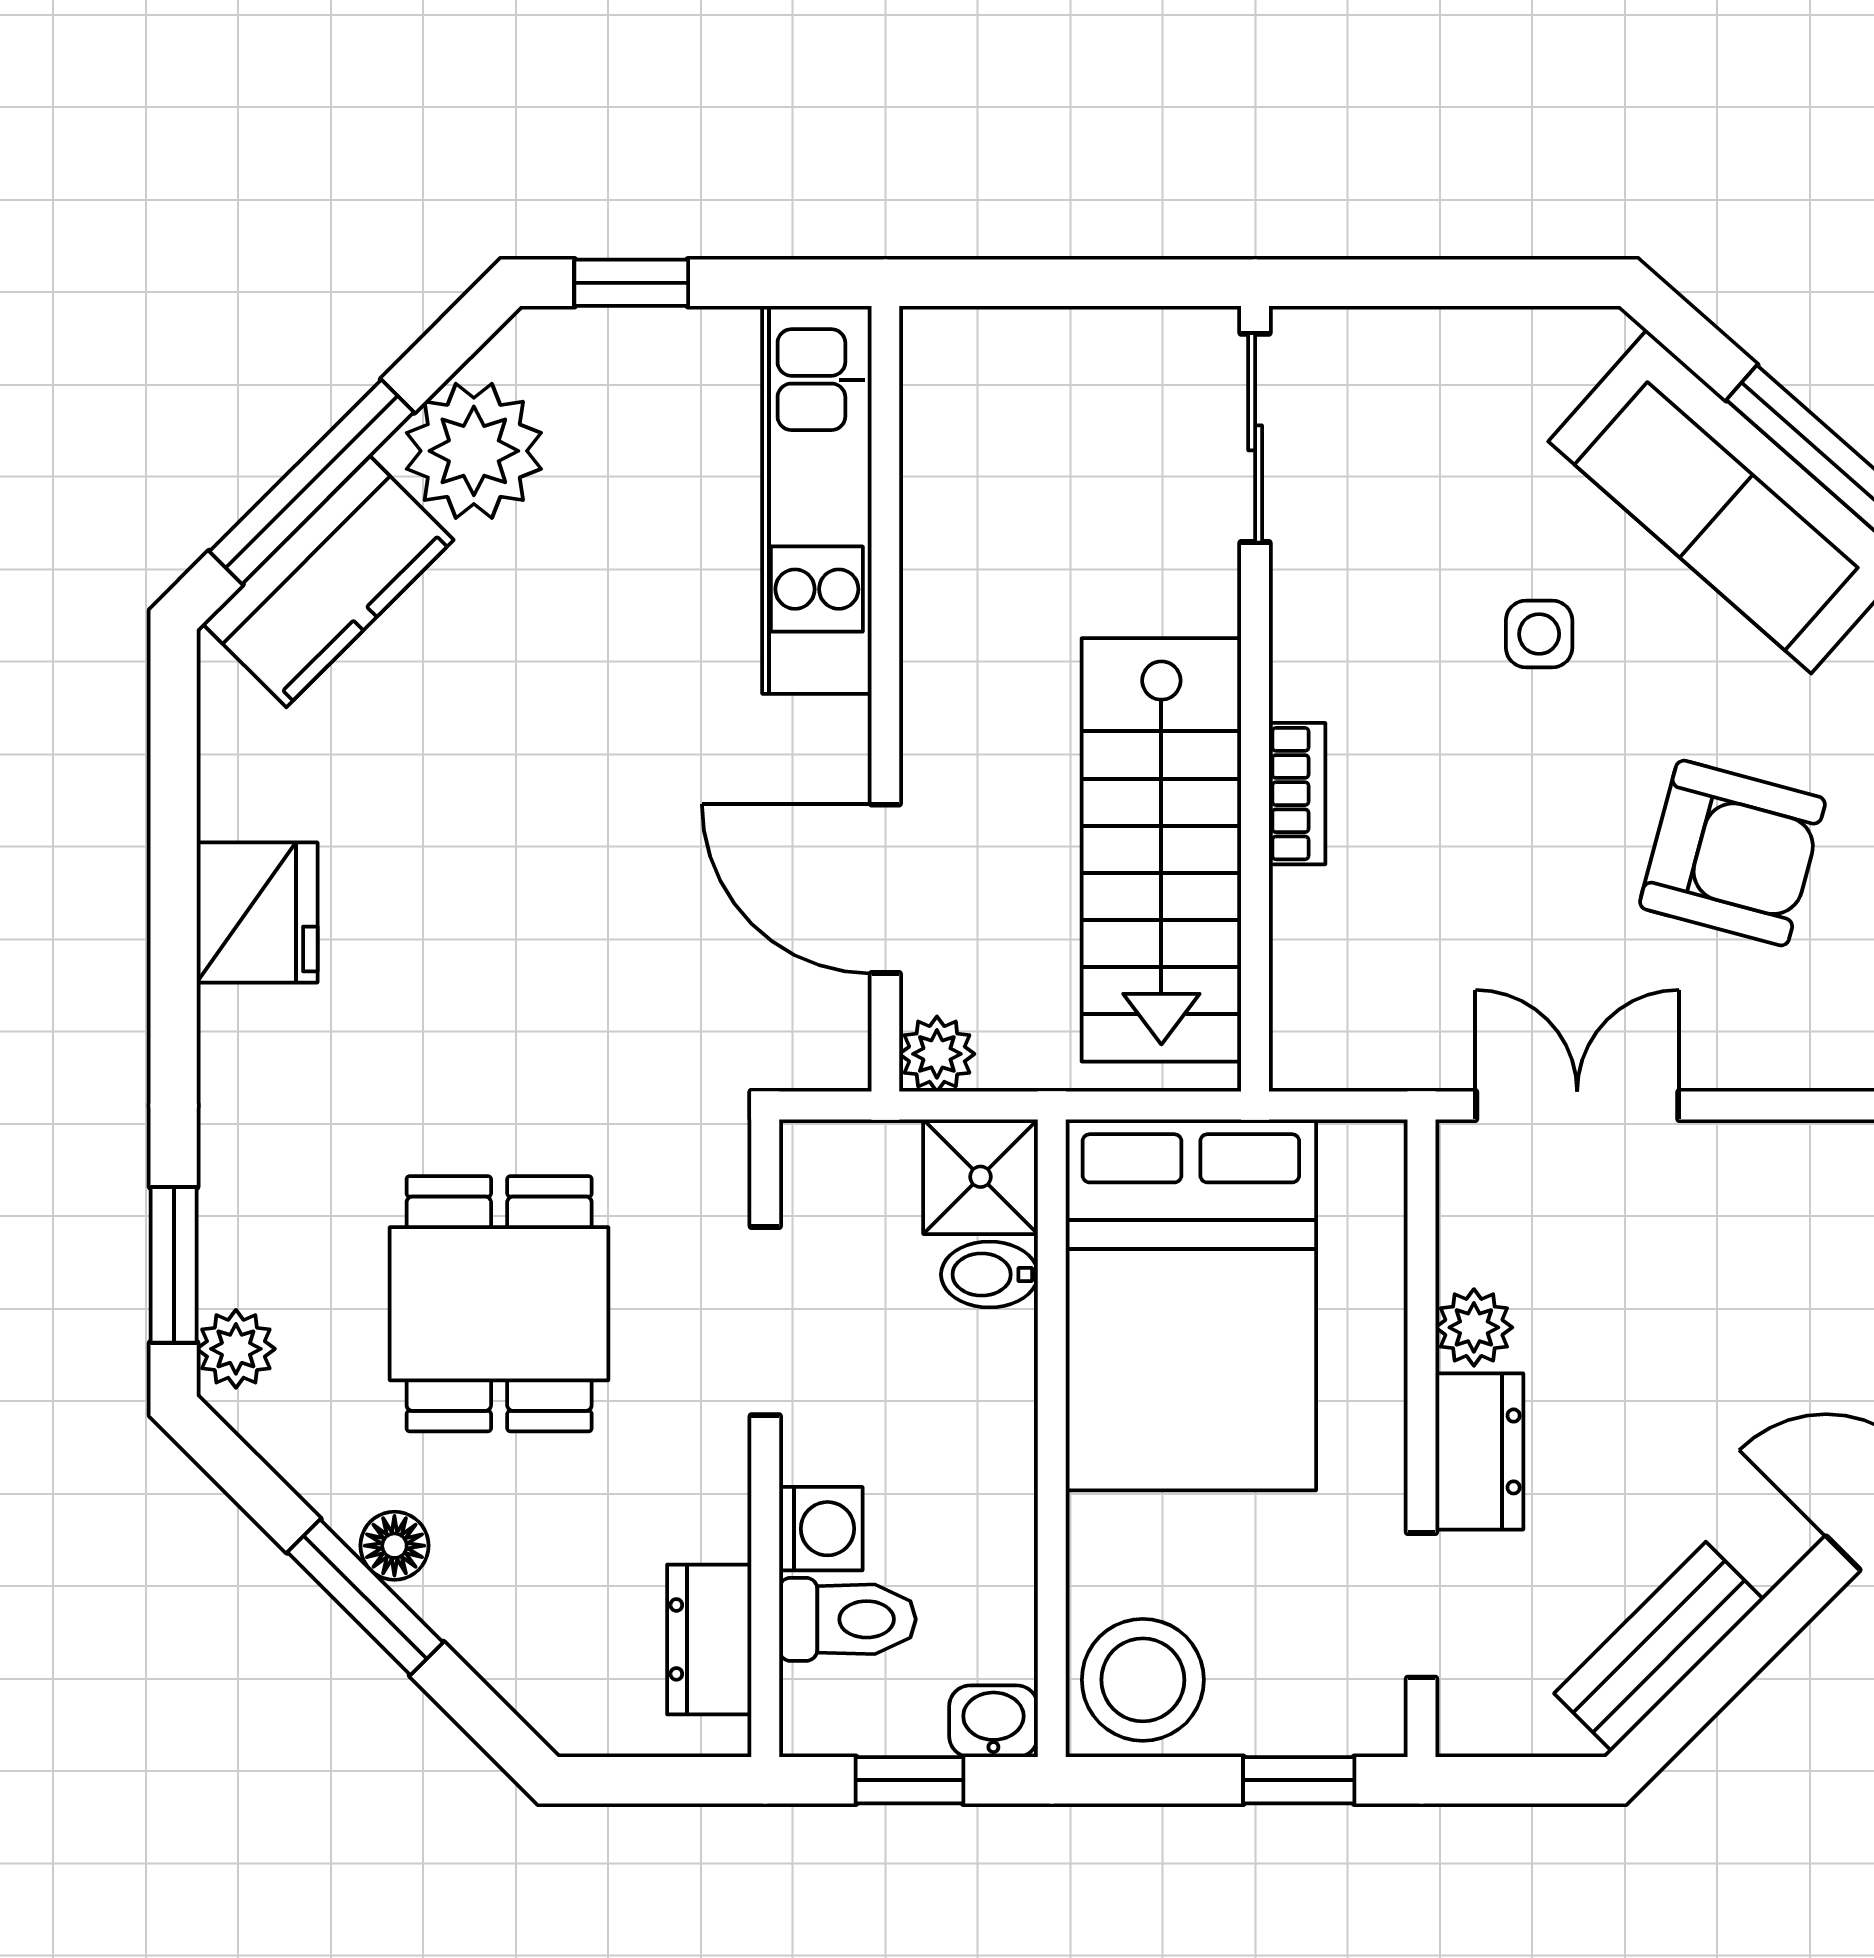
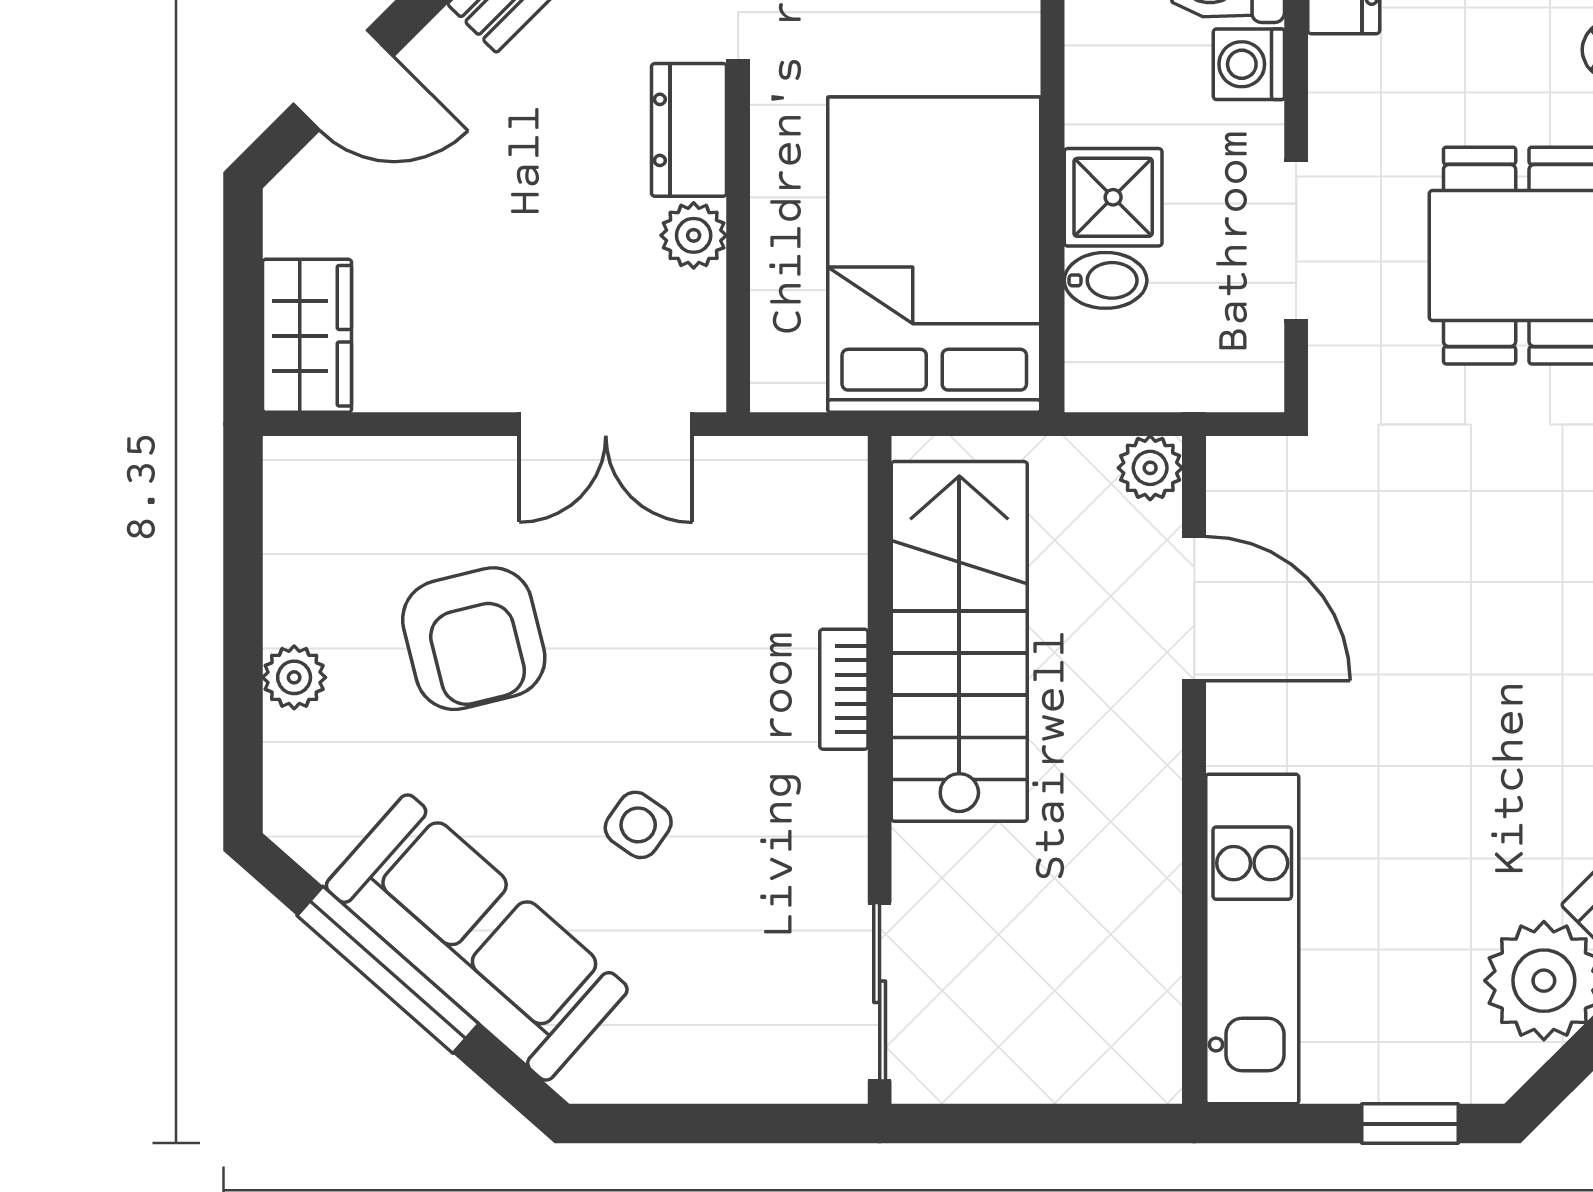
side table: (1539, 634) -> (638, 825), turned 35
armchair: (1732, 853) -> (474, 639), turned -119
shower: (981, 1177) -> (1113, 197), moved

